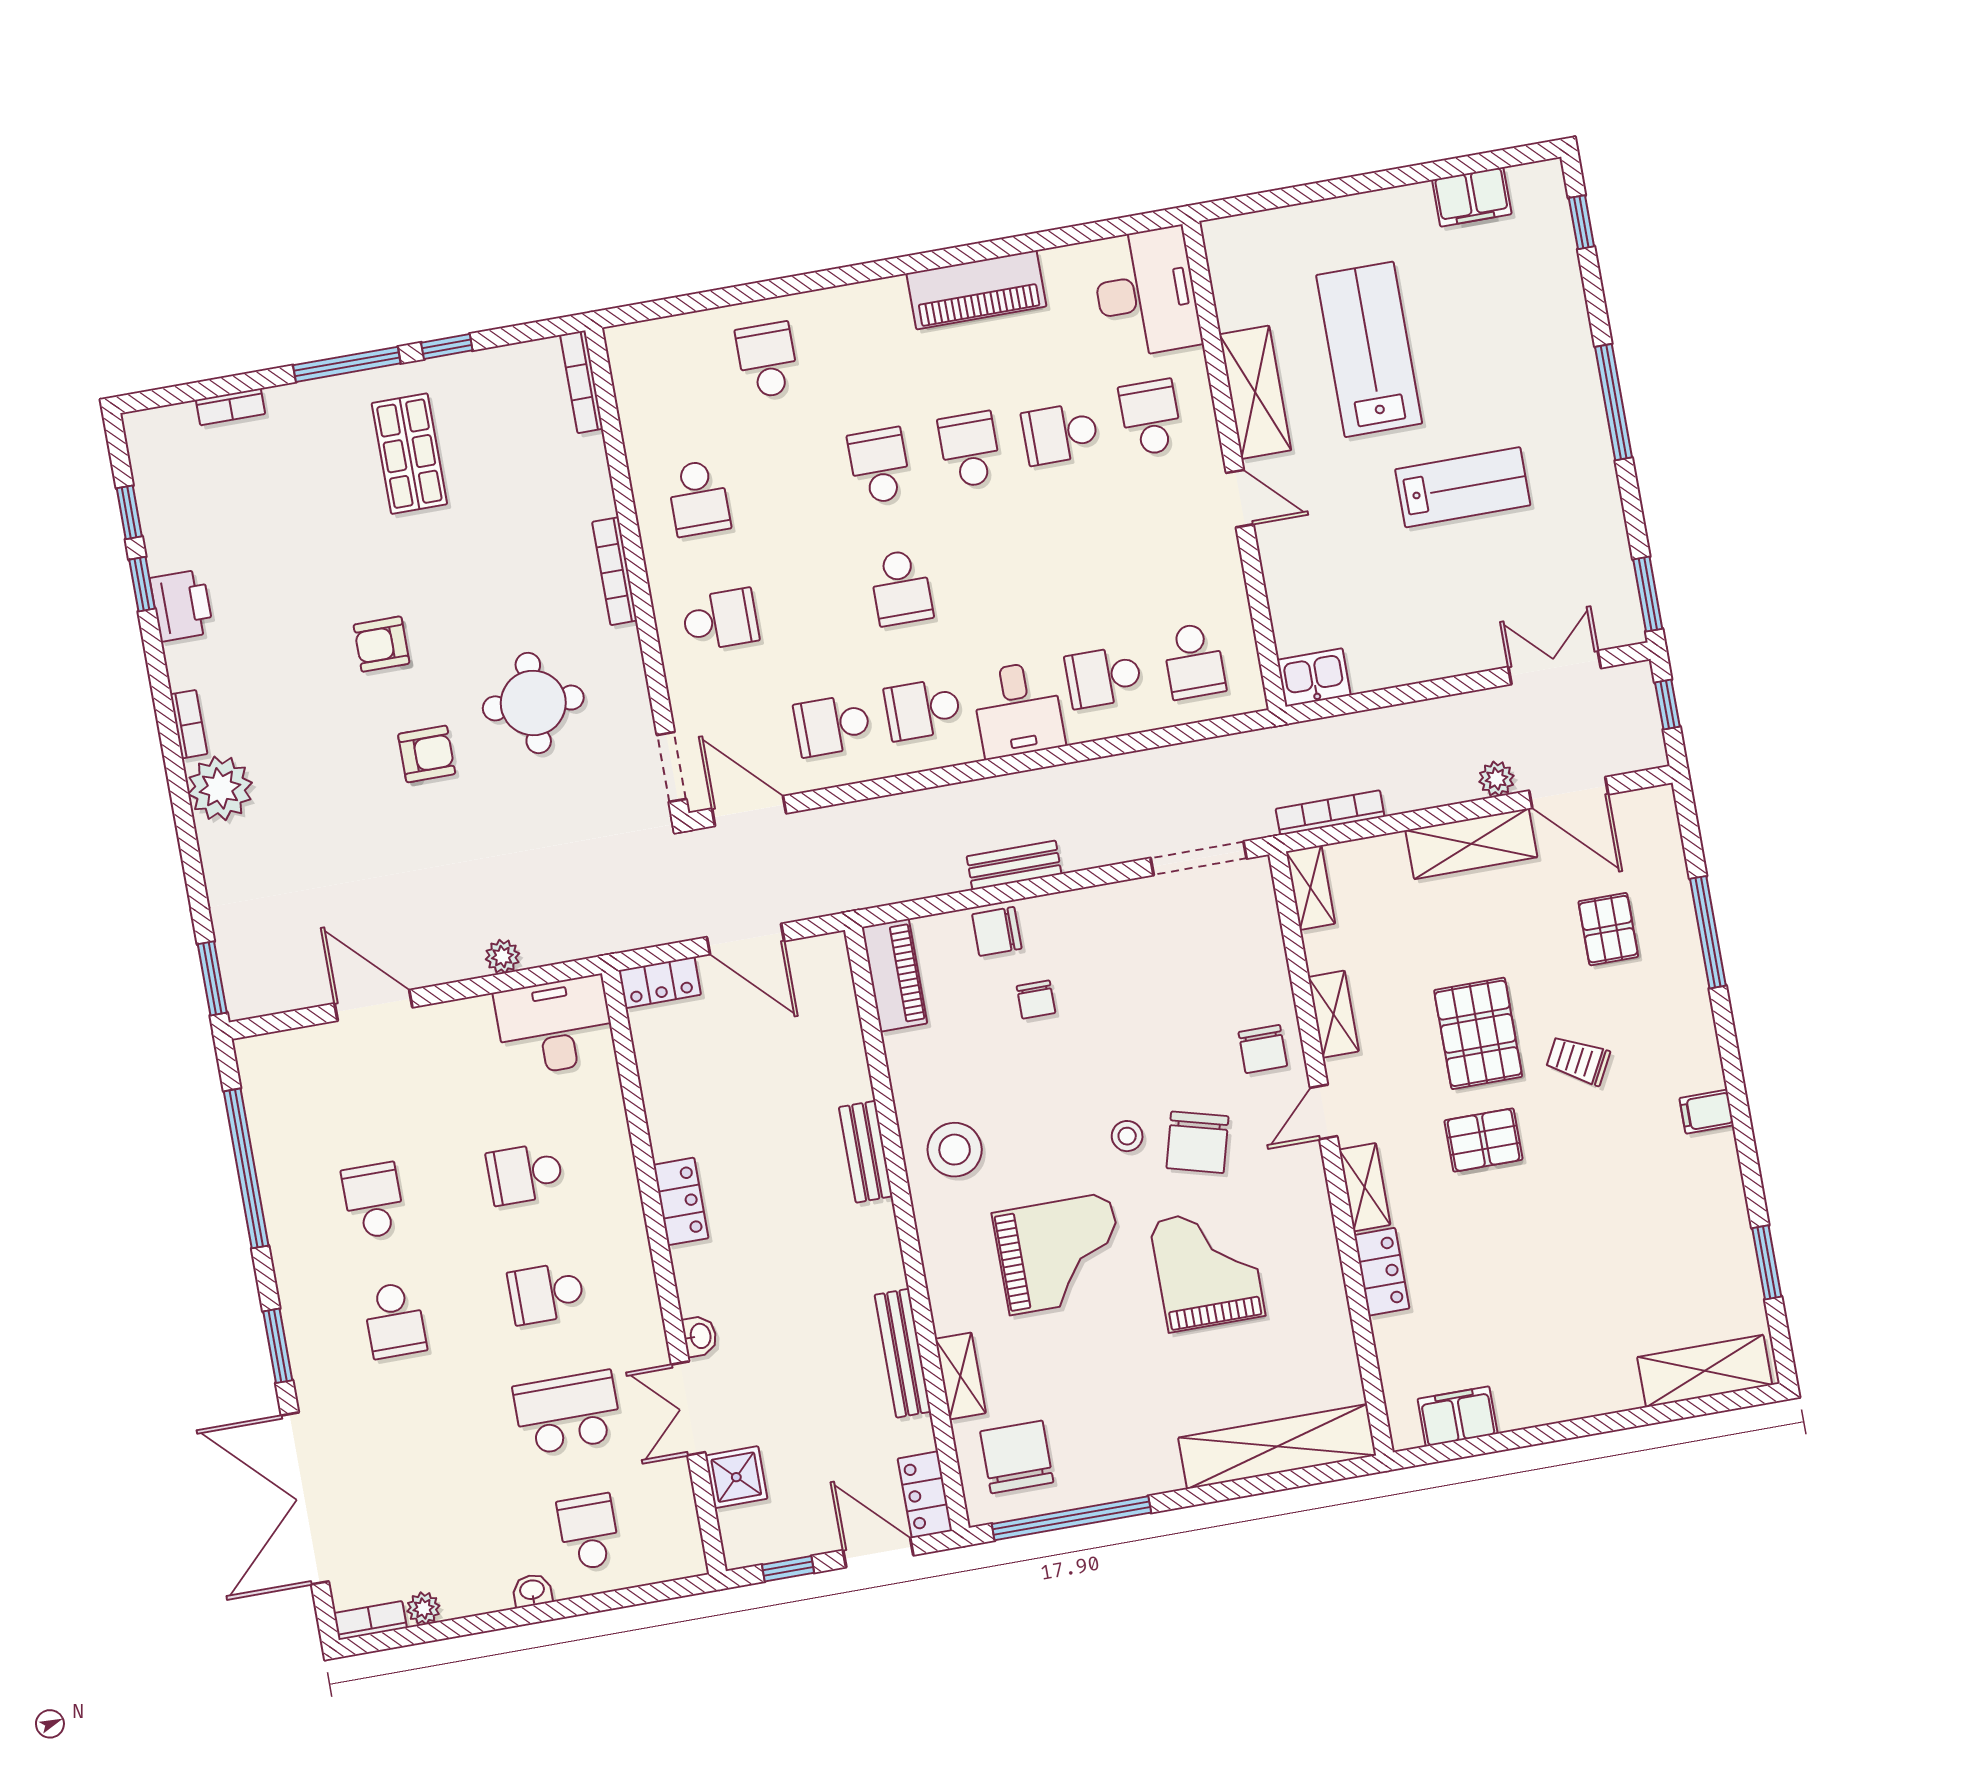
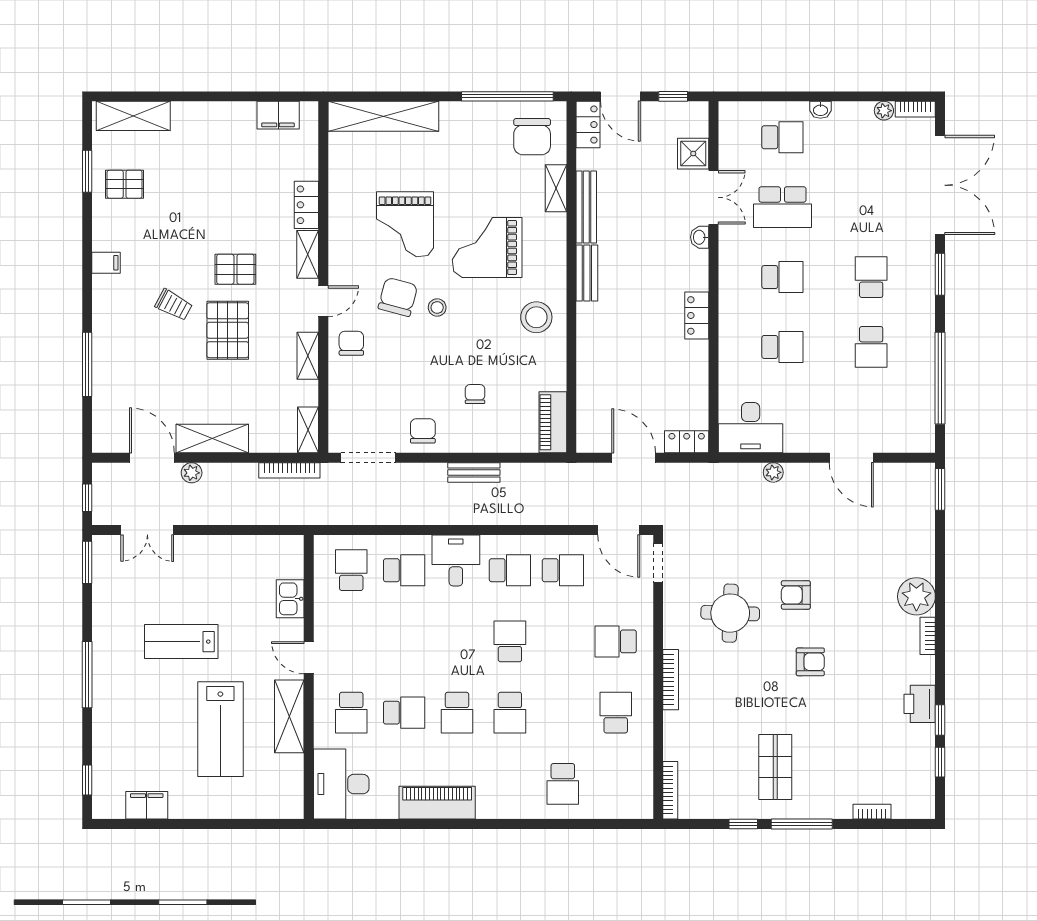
kitchen sink: (1314, 677) -> (290, 599), moved, turned 90
pallet: (1608, 929) -> (125, 184), moved, turned 90
chair: (997, 931) -> (423, 431), moved, turned -90
bench: (866, 1152) -> (587, 273), moved
school desk: (589, 1532) -> (782, 137), turned -90

